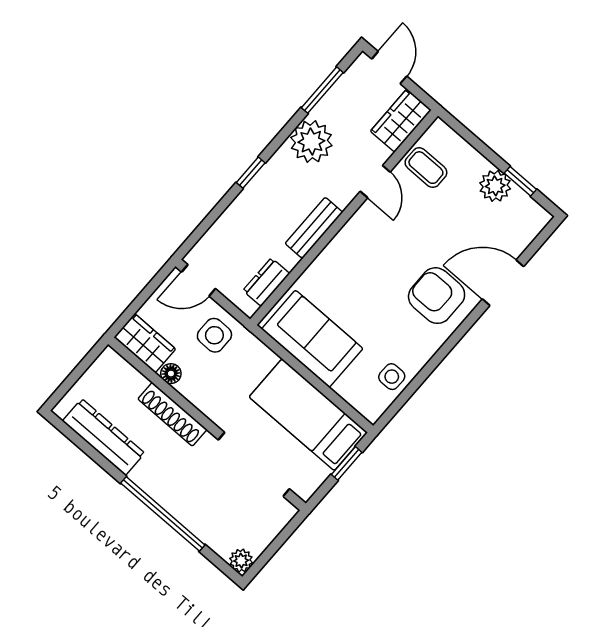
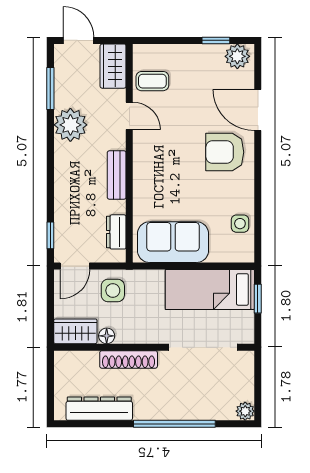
window: (251, 173) -> (50, 235), moved
plant: (495, 186) -> (237, 56), moved
door: (503, 283) -> (258, 110), hinge flipped

